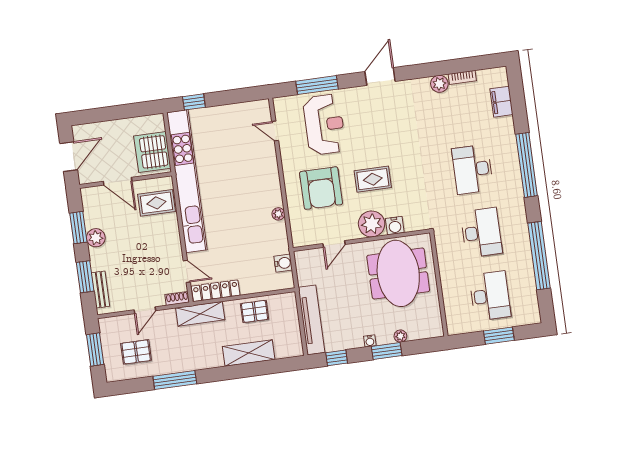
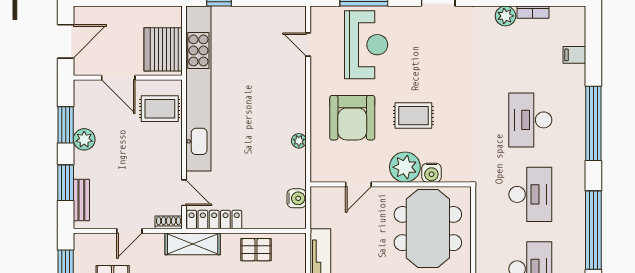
filing cabinet: (501, 102) -> (574, 55), width x0.50

